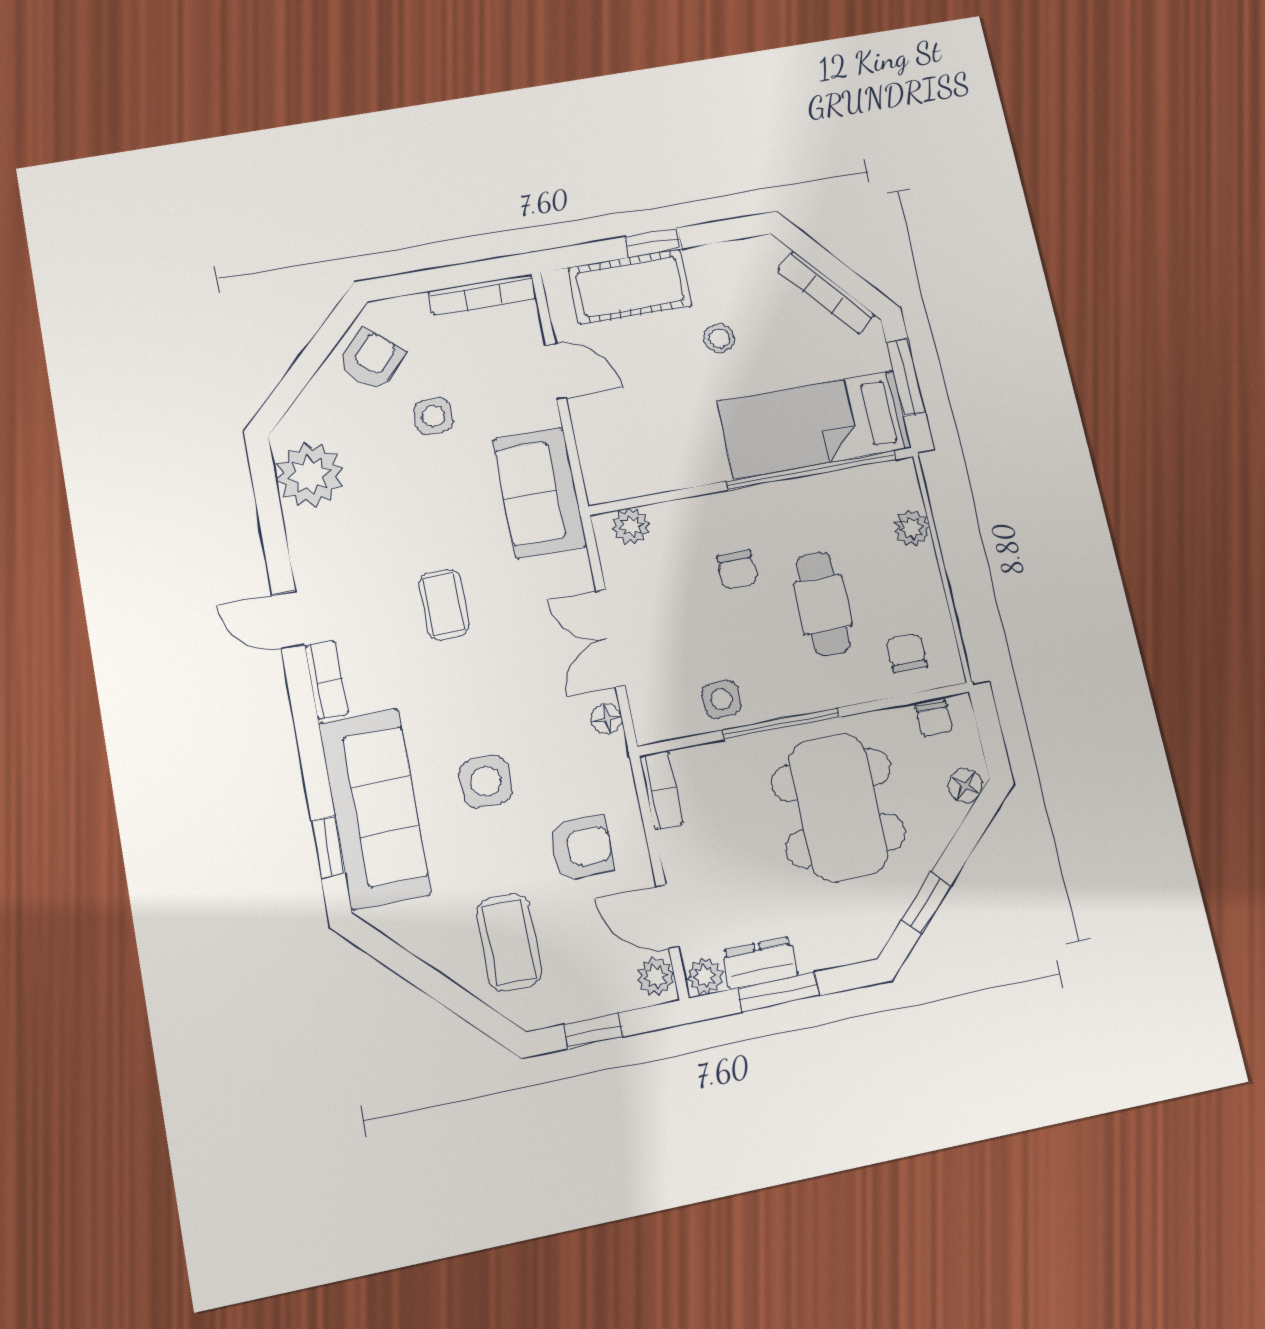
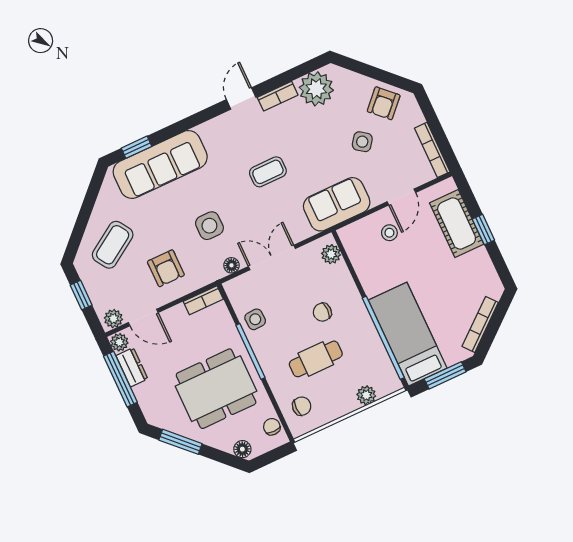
stool: (719, 338) -> (389, 233), moved
armchair: (371, 359) -> (384, 103), turned 93
side table: (433, 416) -> (362, 142), turned 36
bookcase: (326, 680) -> (278, 96), moved
chair: (934, 719) -> (272, 427), turned 90
side table: (486, 781) -> (209, 226), moved
window: (926, 903) -> (180, 442), width x1.50
door: (667, 916) -> (143, 317), swing flipped
coffee table: (509, 942) -> (113, 245), turned -33
window: (778, 992) -> (120, 379), width x1.44

